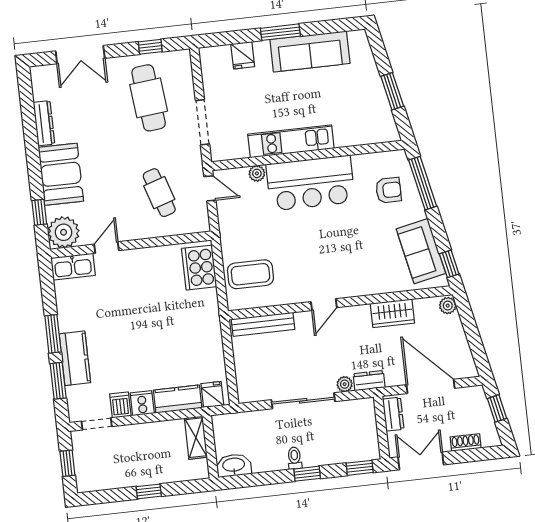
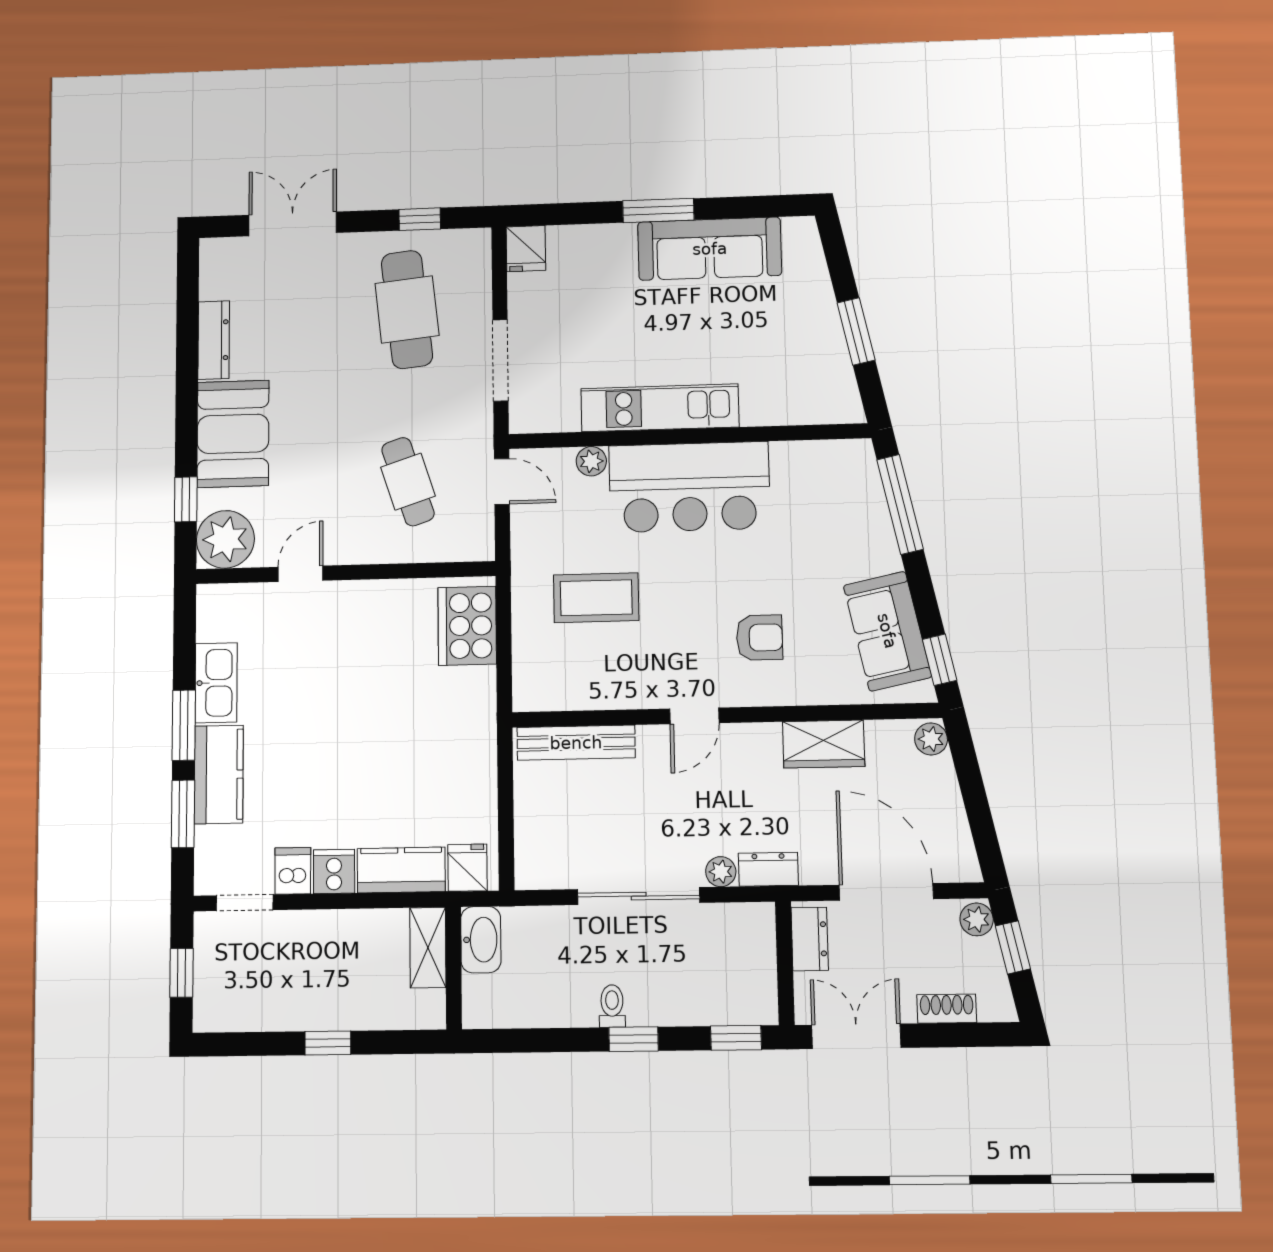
double door: (80, 55) -> (293, 224), swing flipped
fridge: (243, 55) -> (526, 249), moved
armchair: (388, 190) -> (760, 638), moved
kitchen sink: (73, 267) -> (216, 683), moved, turned -90
coffee table: (250, 274) -> (596, 598), moved
plant: (478, 396) -> (977, 919), added
washbasin: (234, 465) -> (481, 940), moved, turned 90

